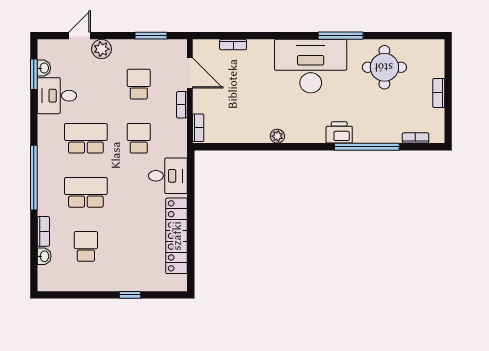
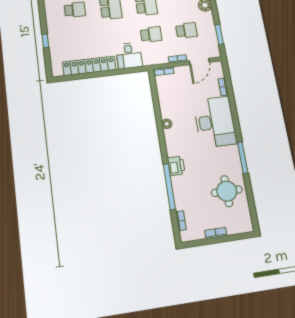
desk: (311, 66) -> (215, 122), moved

